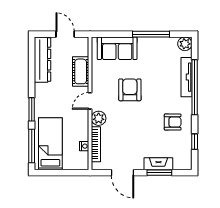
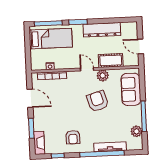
door: (65, 34) -> (140, 46), swing flipped
plant: (185, 44) -> (136, 131), moved
dresser: (42, 60) -> (102, 30), moved
armchair: (130, 90) -> (98, 101), turned -106
plant: (99, 118) -> (103, 75), moved
fireplace: (158, 164) -> (39, 143), moved
door: (123, 173) -> (30, 98), swing flipped

